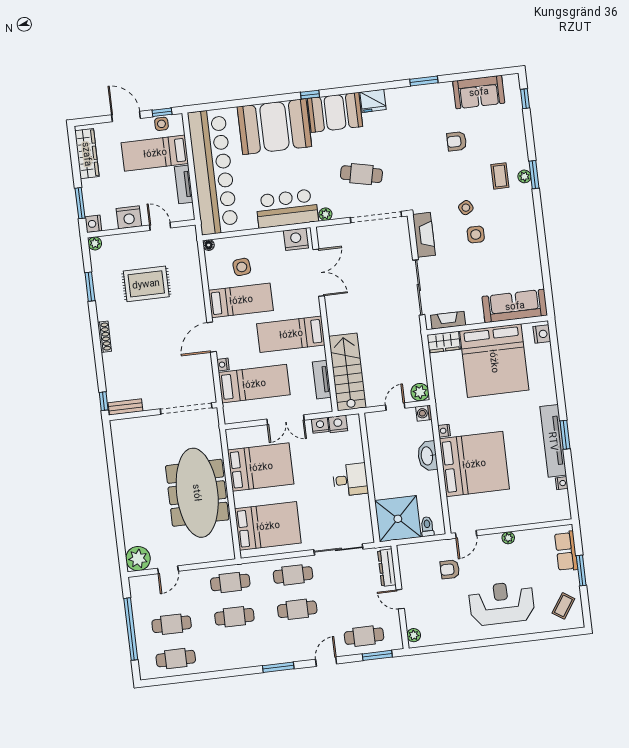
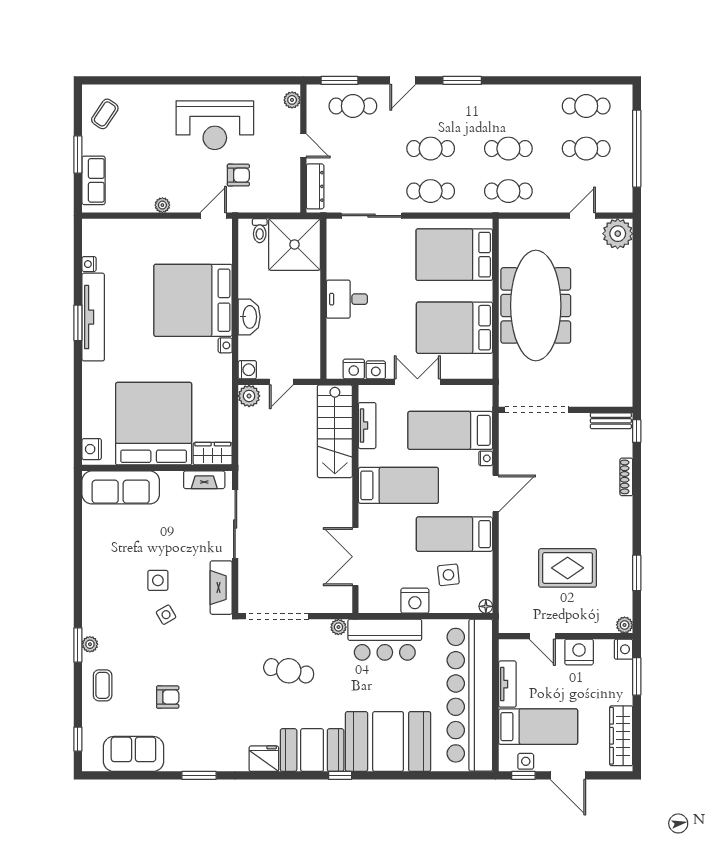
coffee table: (500, 176) -> (103, 685), moved
nightstand: (296, 239) -> (415, 601), moved
shoe rack: (104, 337) -> (626, 477), moved
reception desk: (502, 603) -> (215, 125), moved

